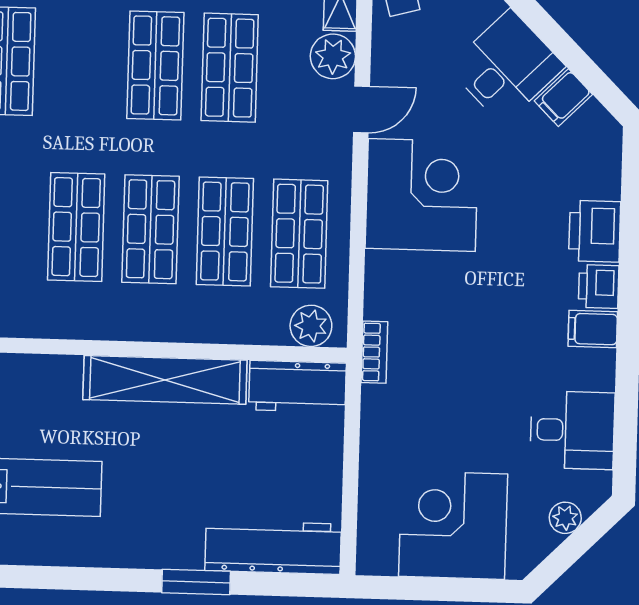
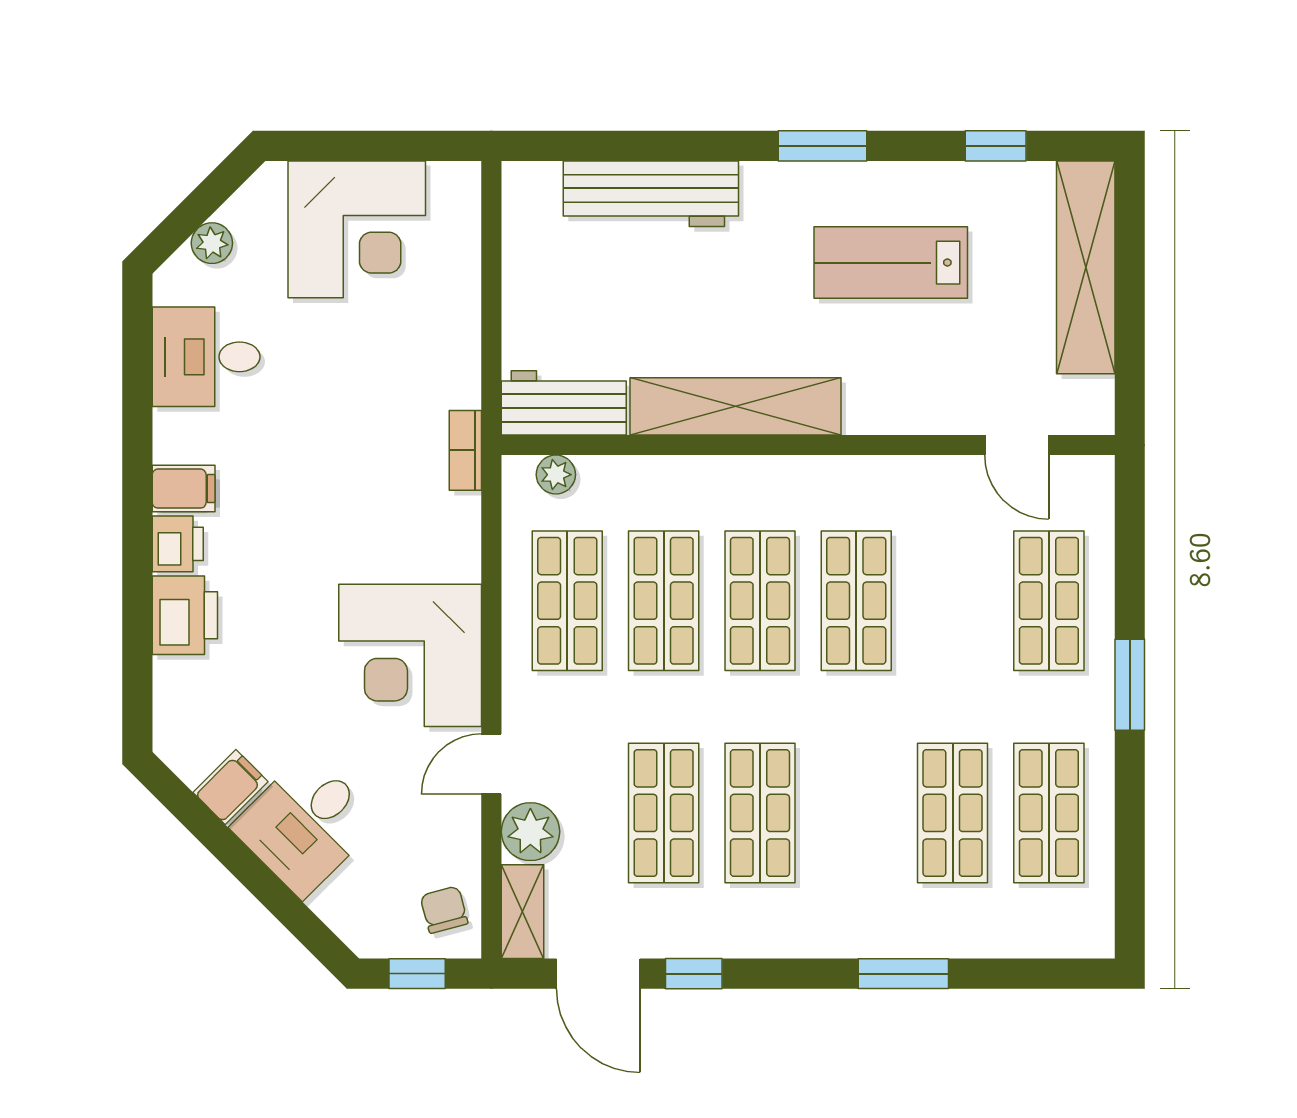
plant: (311, 326) -> (556, 475), width x0.73, depth x0.73
workbench: (273, 547) -> (651, 194), moved
window: (196, 582) -> (822, 146), moved

